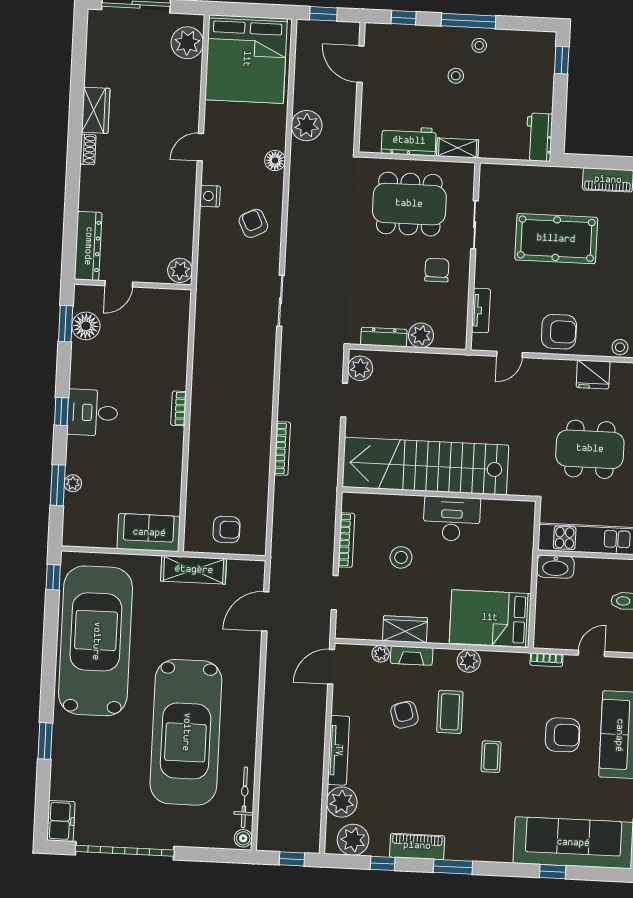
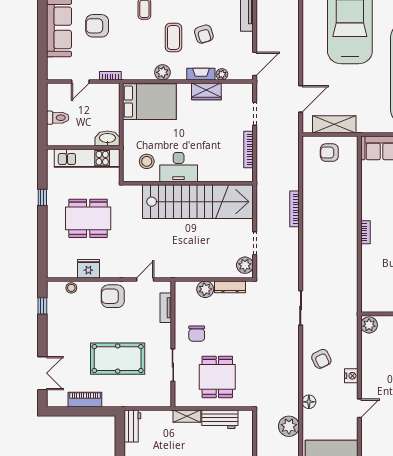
dining table: (409, 204) -> (217, 377), width x0.73
stool: (401, 557) -> (147, 161), moved
shelving: (194, 570) -> (334, 124), moved

